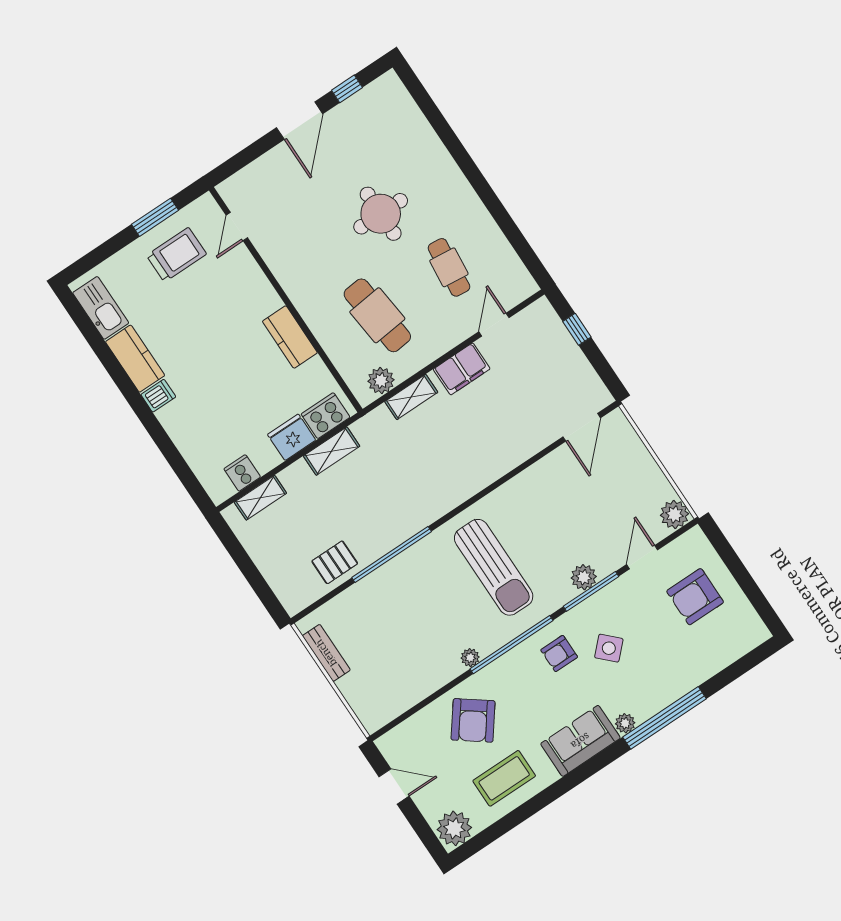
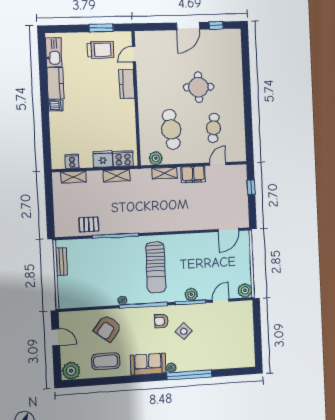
kitchen counter: (290, 337) -> (127, 84), moved
armchair: (695, 597) -> (233, 331), removed

